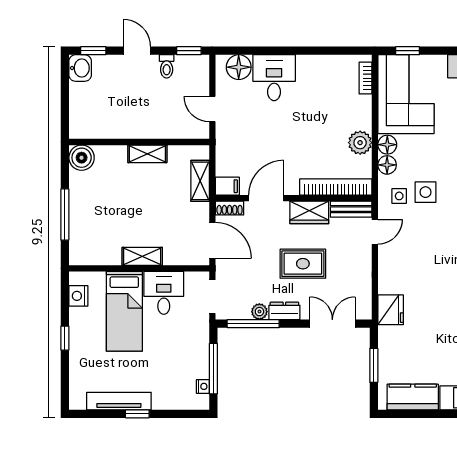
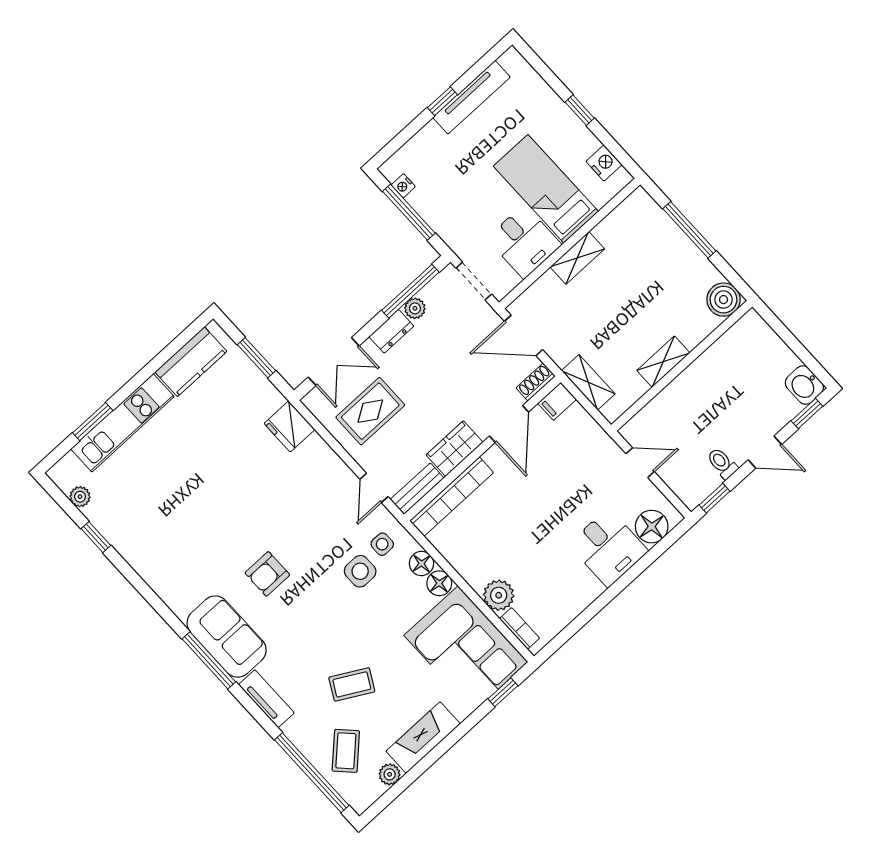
plant: (360, 143) -> (499, 595), moved
rug: (303, 264) -> (370, 411), moved

